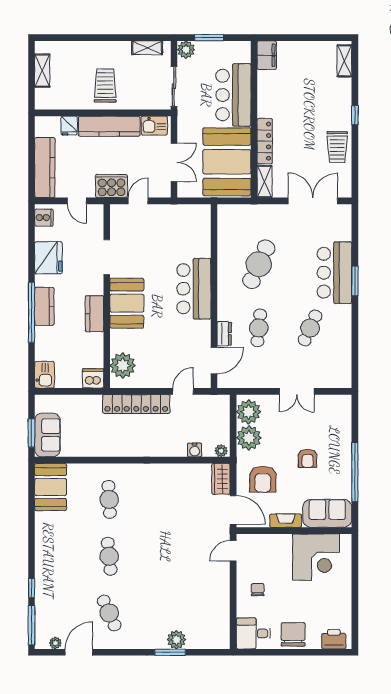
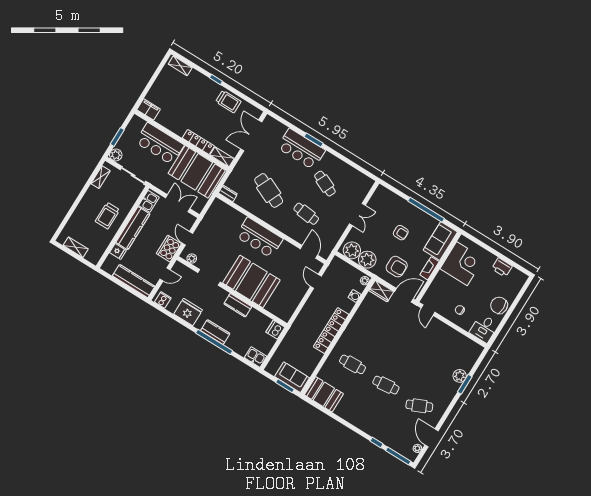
trolley: (105, 86) -> (107, 216), turned -90
booth: (127, 303) -> (251, 281), width x1.36, depth x1.42
dresser: (224, 334) -> (228, 193), moved
plant: (123, 366) -> (192, 258), moved, width x0.53, depth x0.53
locker: (136, 404) -> (331, 331), moved, turned 180
printer: (334, 639) -> (502, 267), moved, turned -90

